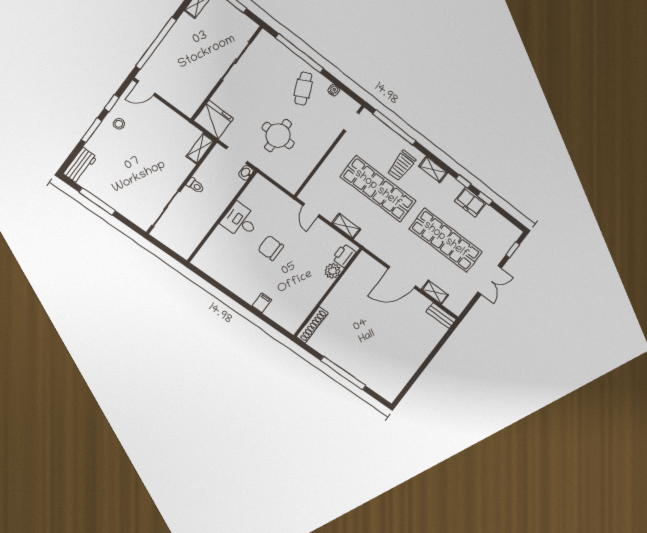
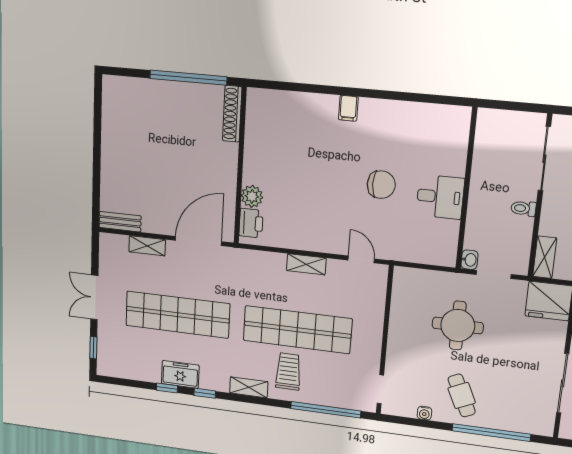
printer: (344, 256) -> (251, 223), moved
plant: (333, 271) -> (252, 196), moved
wall: (328, 293) -> (240, 166), moved
shoe rack: (312, 325) -> (232, 114), moved

